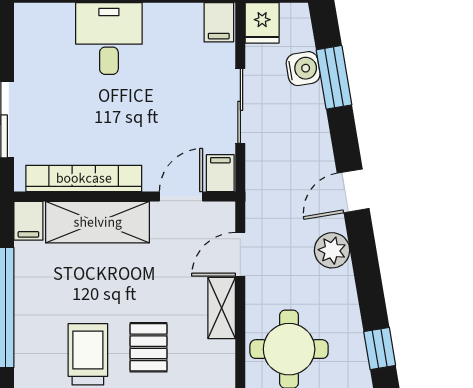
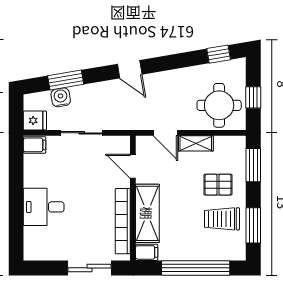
filing cabinet: (220, 173) -> (120, 144), removed
plant: (332, 250) -> (163, 81), removed

